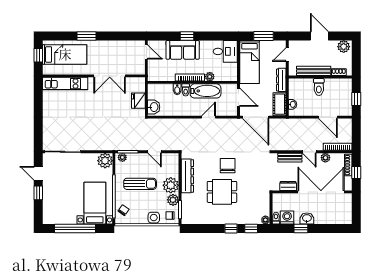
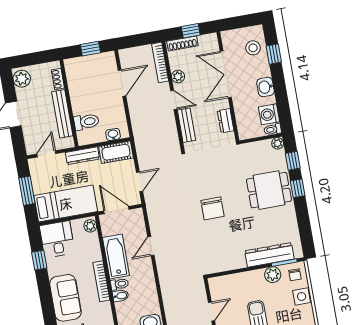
window: (187, 36) -> (39, 260), moved
door: (287, 55) -> (46, 154), swing flipped
plant: (210, 77) -> (90, 226), moved
toilet: (319, 87) -> (86, 122), moved
door: (238, 97) -> (116, 210), hinge flipped
door: (209, 117) -> (151, 246), hinge flipped
door: (256, 117) -> (139, 182), width x0.53
door: (309, 152) -> (174, 100), hinge flipped
chair: (228, 166) -> (213, 208), turned -90
dresser: (187, 176) -> (269, 255), moved
plant: (171, 185) -> (253, 281), removed
dining table: (222, 192) -> (269, 190), moved, turned 90
double door: (321, 192) -> (226, 74), width x0.73
stool: (336, 215) -> (253, 48), added
window: (301, 228) -> (274, 54), moved

